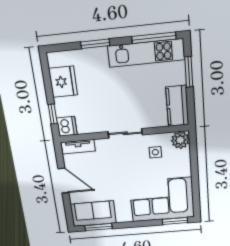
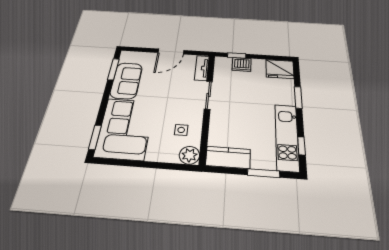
window: (154, 38) -> (301, 146), width x0.46
fridge: (63, 82) -> (280, 69), moved
dishwasher: (67, 126) -> (242, 64), moved
sliding door: (125, 133) -> (208, 95), moved
sofa: (93, 214) -> (126, 81), moved

